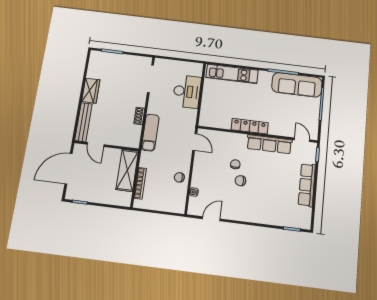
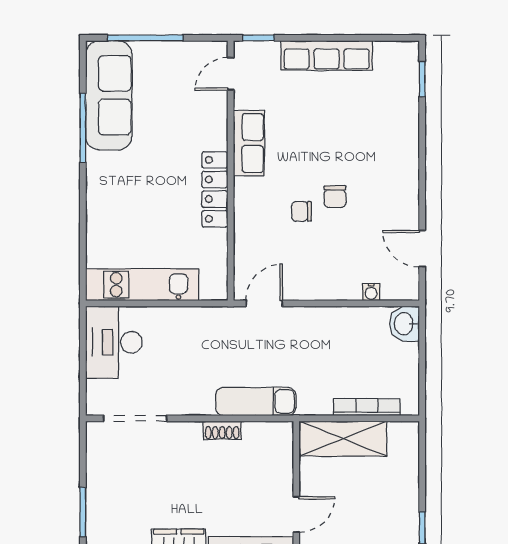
kitchen unit: (232, 74) -> (142, 285), moved, turned -90
desk: (187, 91) -> (114, 342), moved, turned -90
row of seats: (269, 144) -> (249, 143), width x0.68
chair: (179, 177) -> (344, 327), removed
washbasin: (177, 206) -> (405, 324), added

